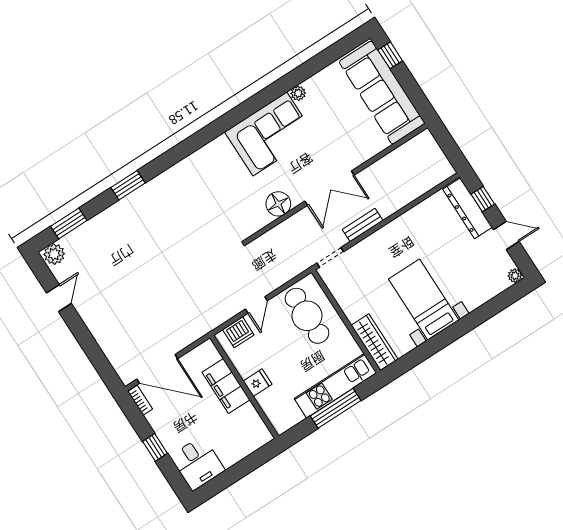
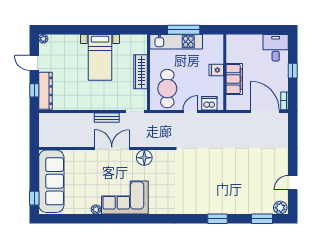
wardrobe: (375, 342) -> (140, 72), moved

